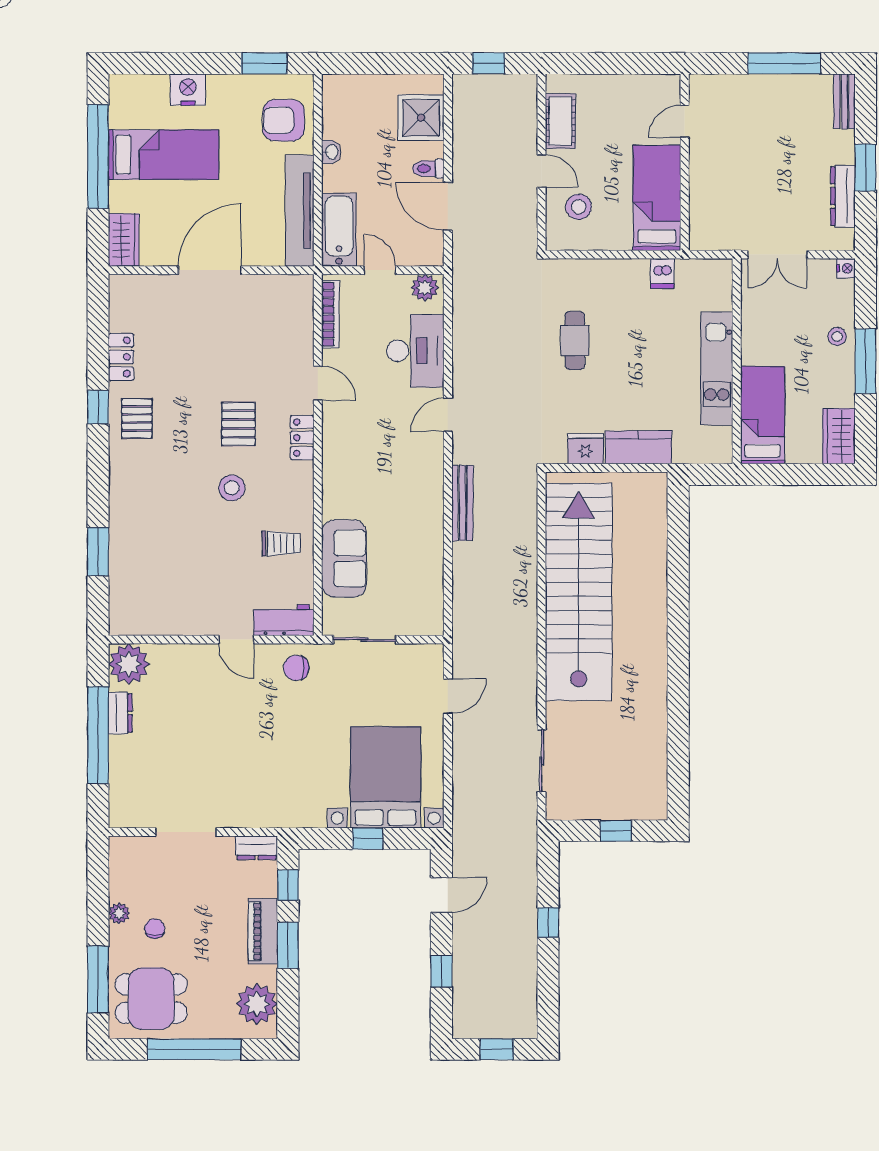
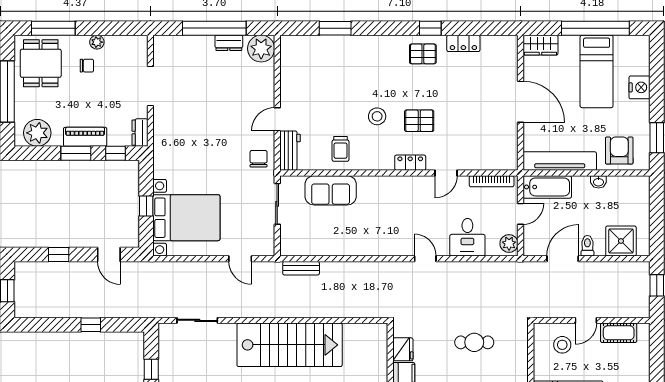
desk: (415, 351) -> (467, 237), width x0.73
bench: (462, 503) -> (301, 268), moved, width x0.73
stairs: (579, 592) -> (290, 345), width x0.73

